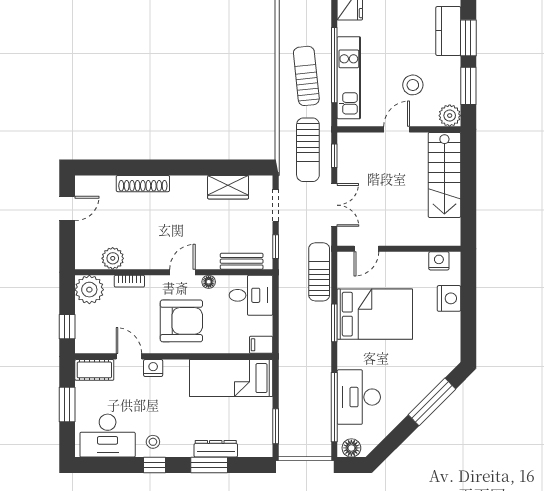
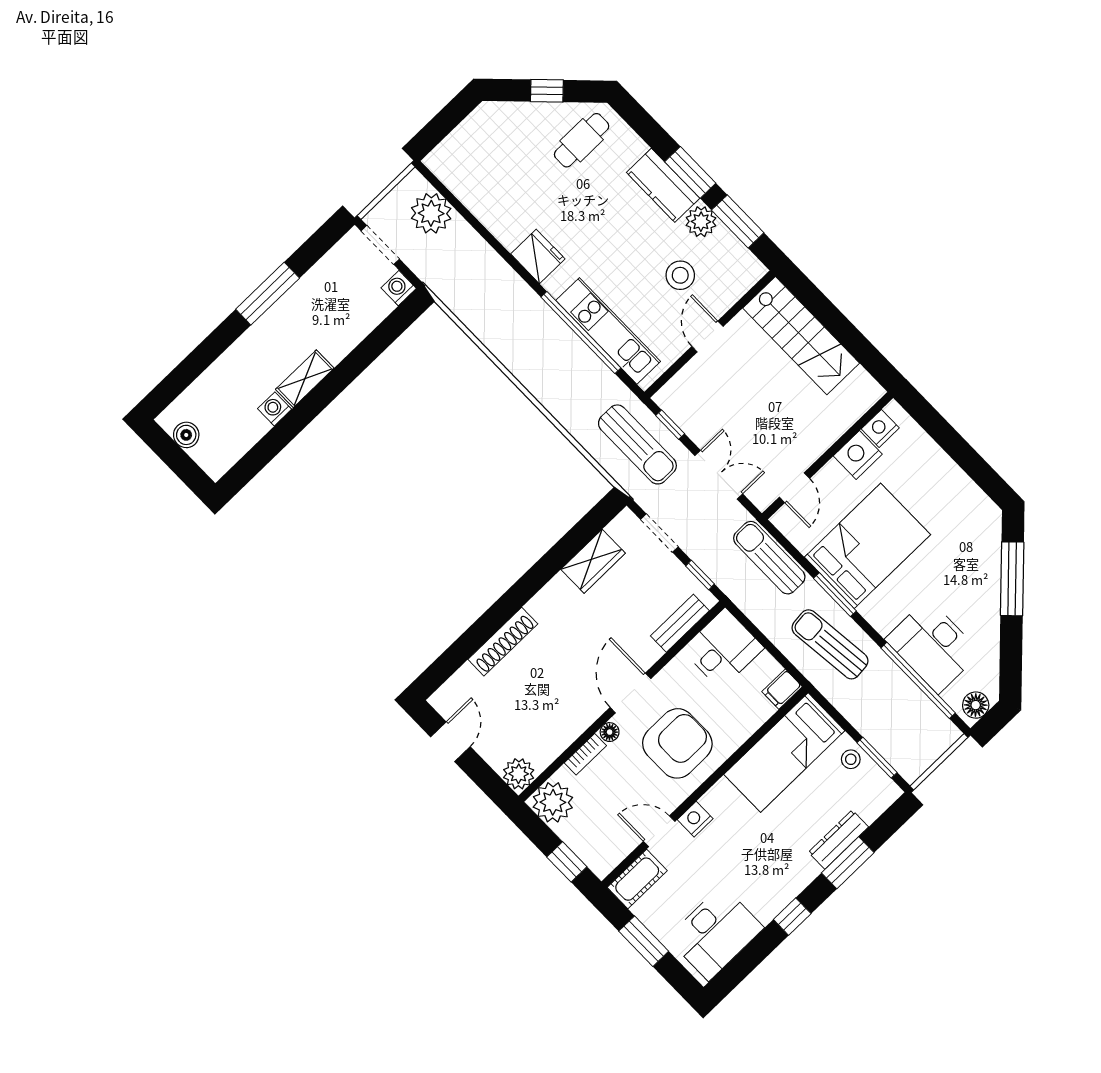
sun lounger: (306, 76) -> (830, 644), moved
plant: (450, 116) -> (701, 222), moved
plant: (113, 258) -> (519, 774), moved
door: (182, 272) -> (630, 693), width x1.38
floor lamp: (209, 282) -> (610, 732), moved
nightstand: (449, 298) -> (858, 455), moved, turned -90
stool: (153, 442) -> (851, 759), moved

